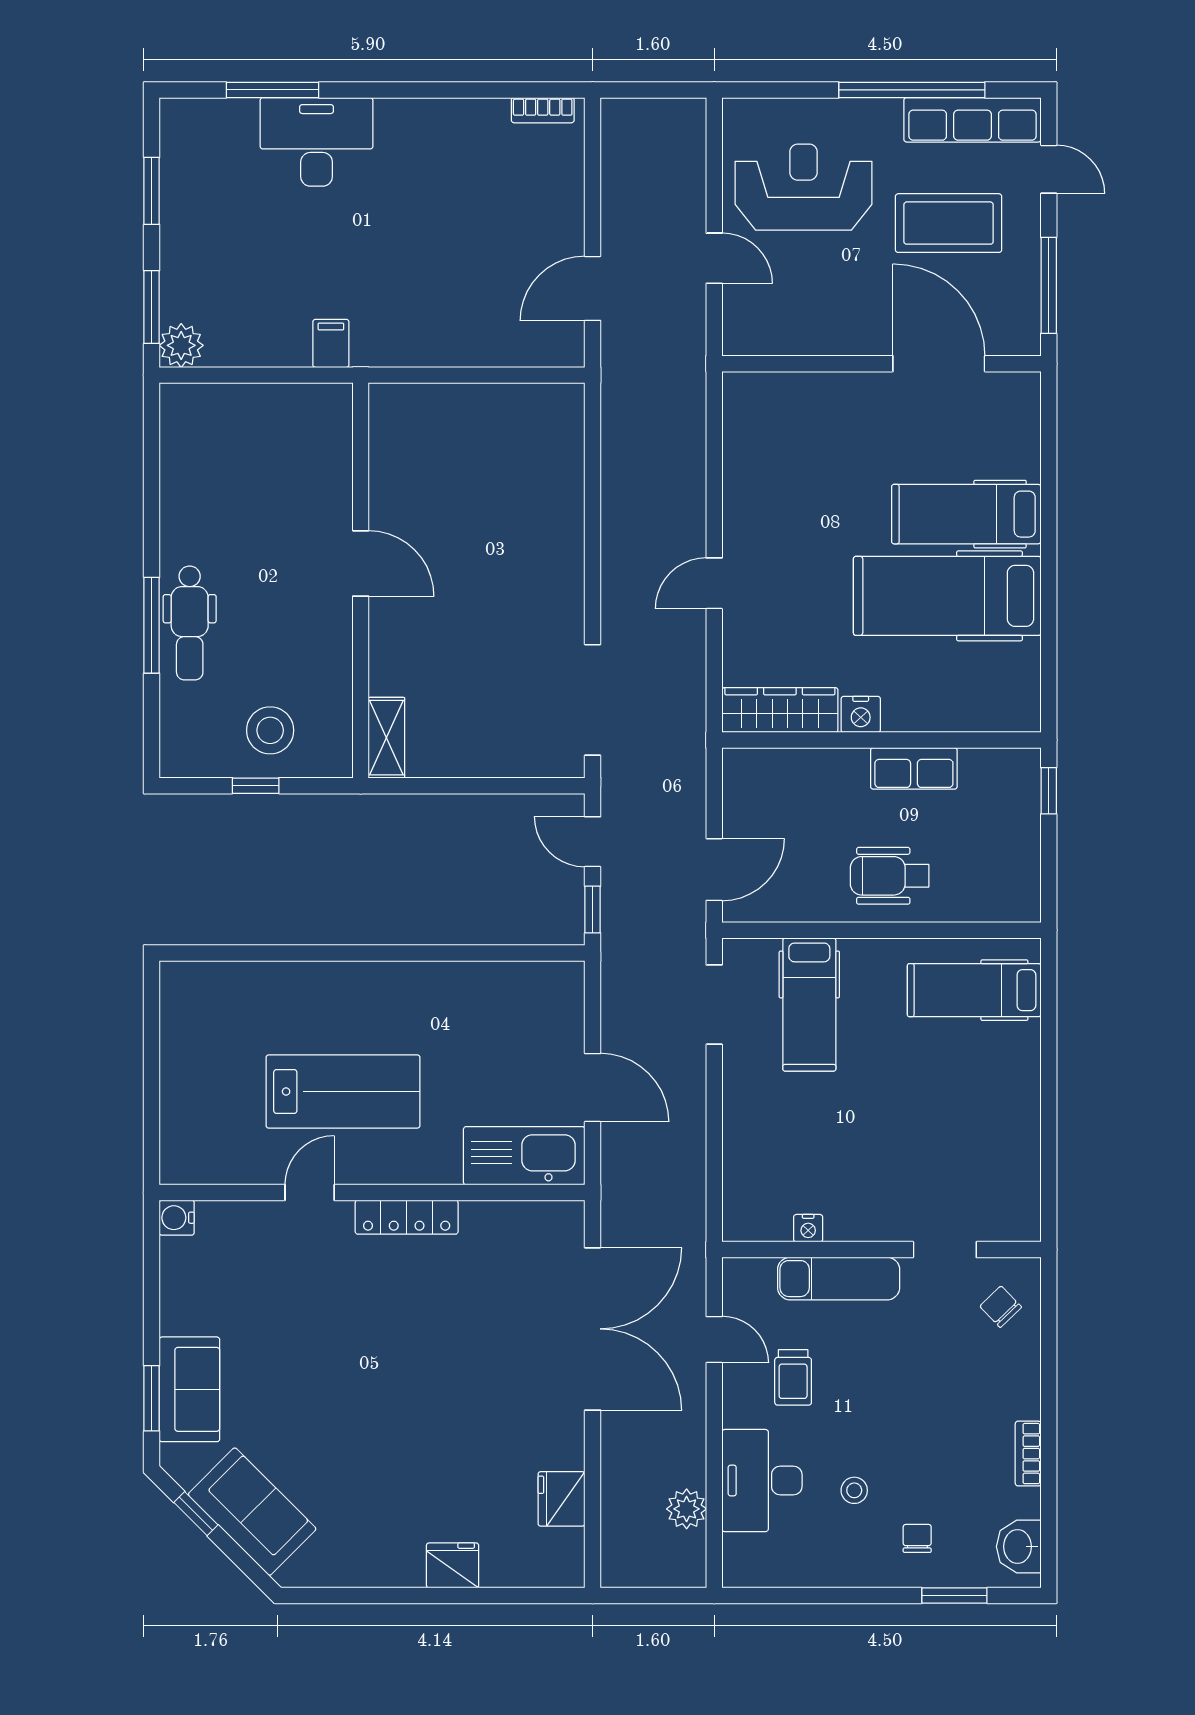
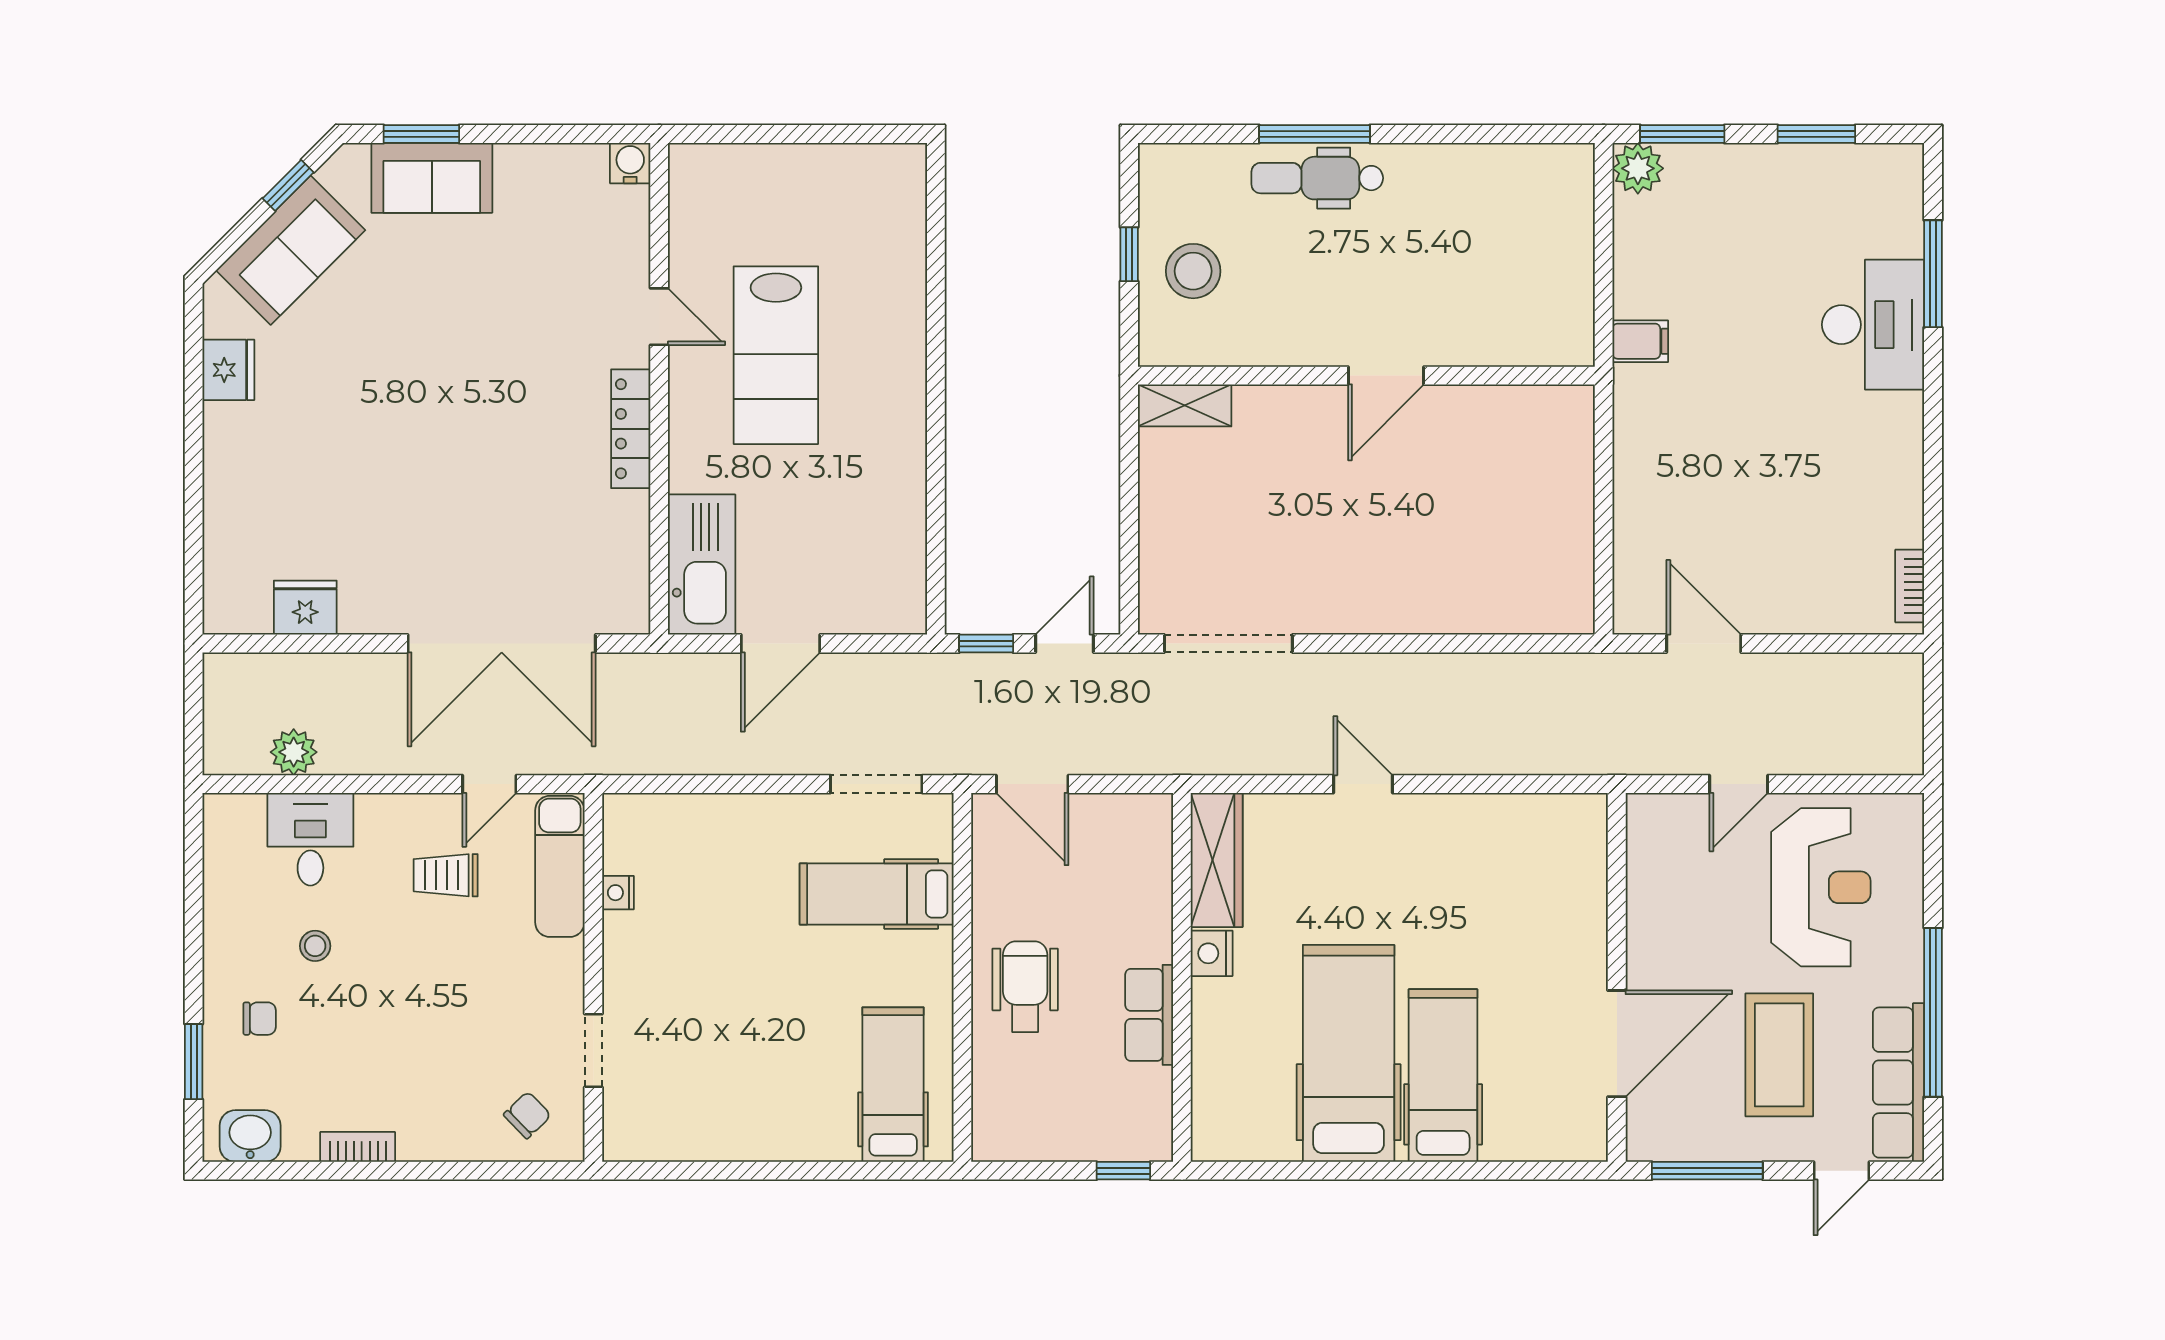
exam couch: (839, 1279) -> (560, 866), moved
desk: (762, 1481) -> (310, 839), width x0.73
fridge: (453, 1565) -> (228, 370), moved

